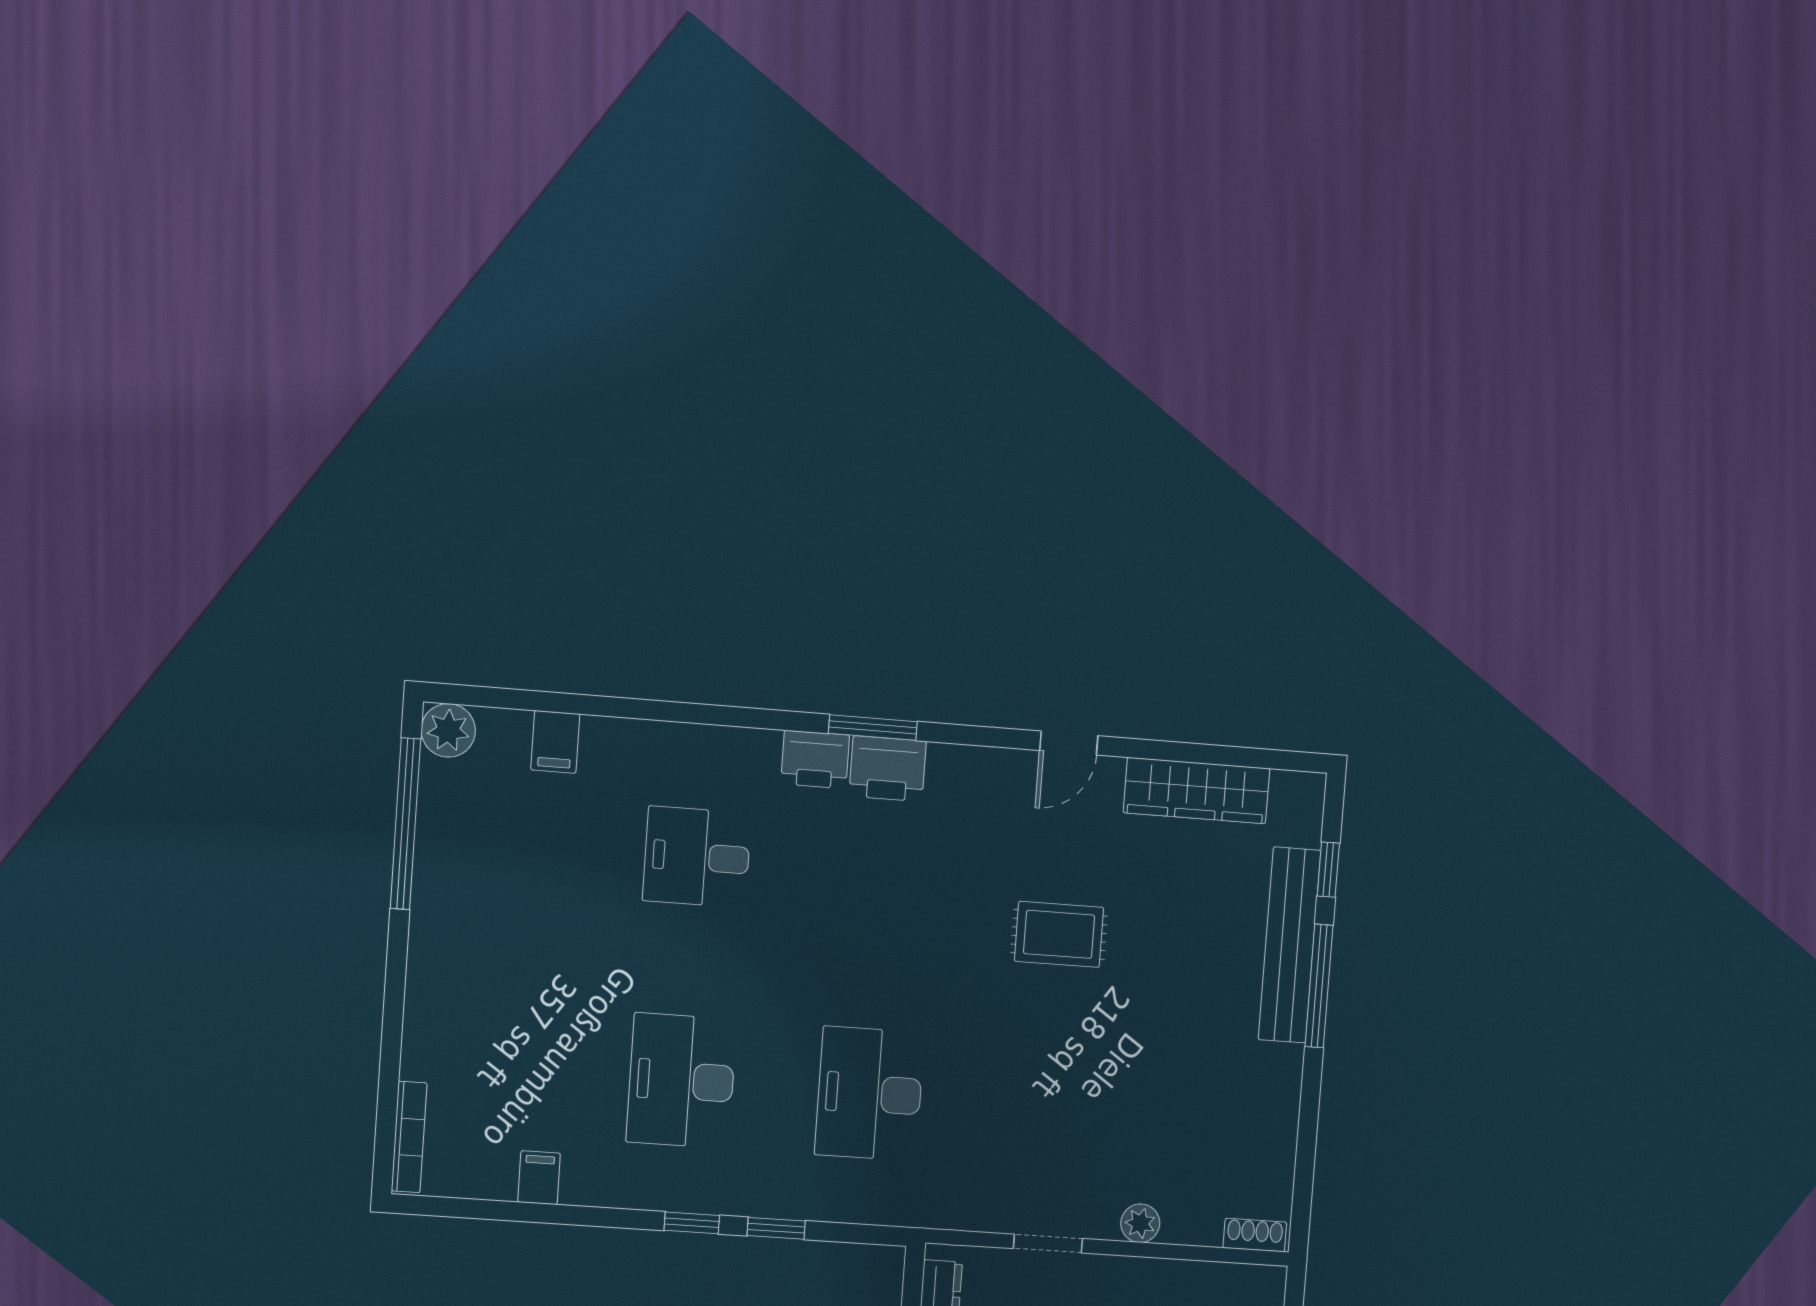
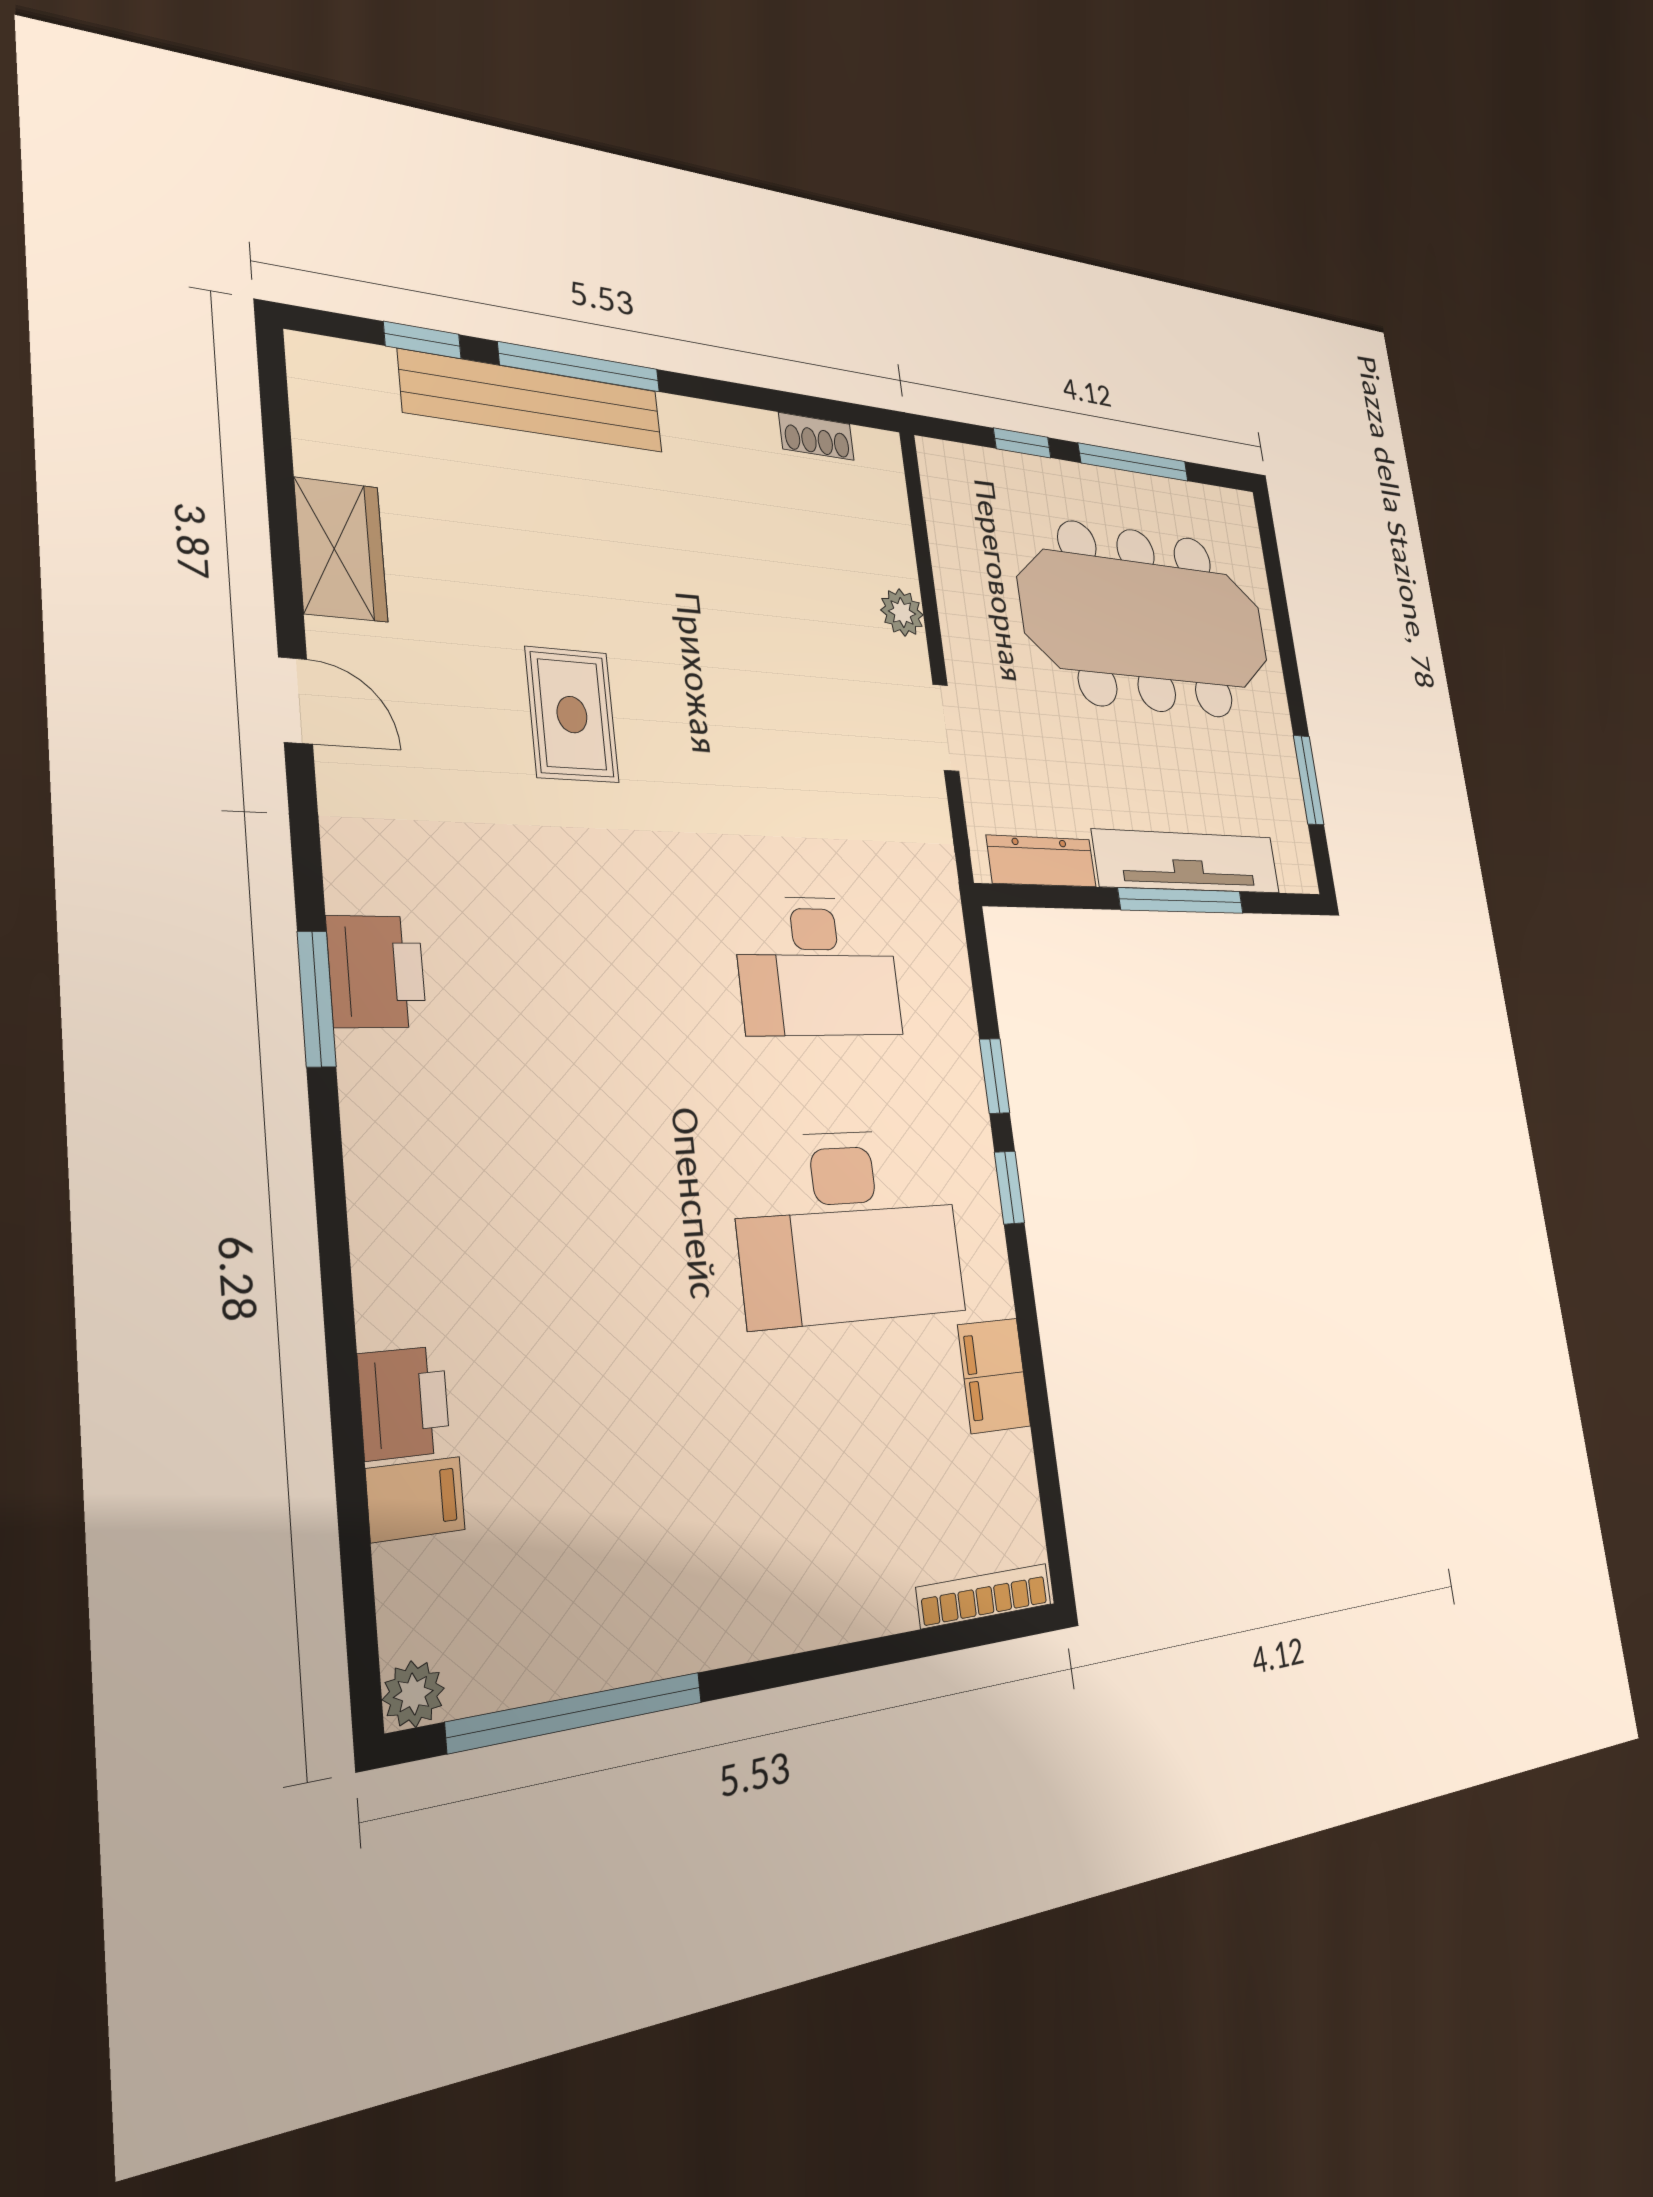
plant: (448, 730) -> (413, 1694), width x0.73, depth x0.73
printer: (815, 760) -> (404, 1403), moved
wardrobe: (1197, 791) -> (341, 550), width x0.67
desk: (697, 857) -> (552, 1247), removed
desk: (681, 1081) -> (849, 1226), width x1.36, depth x1.30
filing cabinet: (539, 1178) -> (994, 1375), width x2.00
shoe rack: (1255, 1235) -> (817, 436), moved, turned -90

